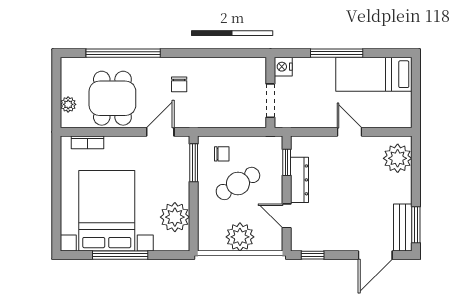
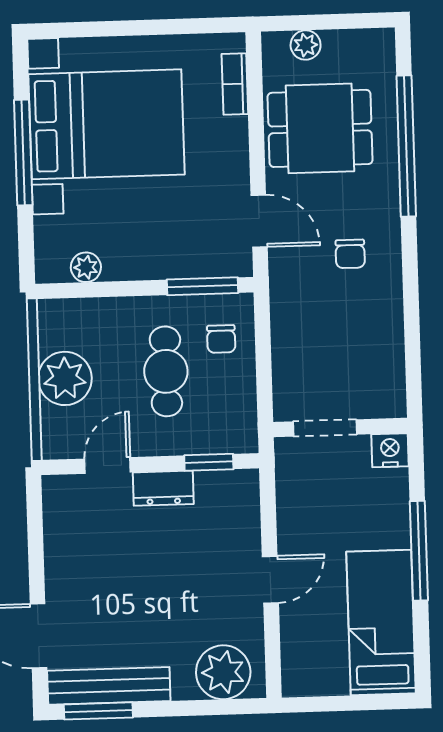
chair: (179, 84) -> (350, 254), turned -90
dresser: (299, 180) -> (163, 488), width x0.70
cafe table: (238, 183) -> (166, 371), turned 31
plant: (175, 217) -> (86, 267), width x0.53, depth x0.53
bench: (403, 227) -> (109, 686), width x1.36
window: (313, 255) -> (35, 517), removed

